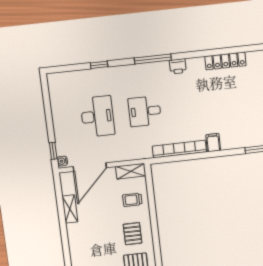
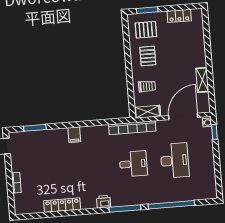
window: (99, 65) -> (171, 205), width x3.17
desk: (97, 116) -> (175, 161), turned 180
bookcase: (179, 149) -> (132, 128), moved

